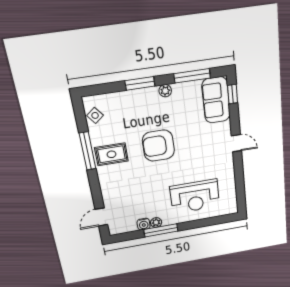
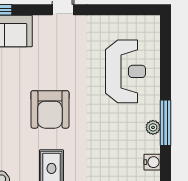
water cooler: (144, 224) -> (152, 162), moved

